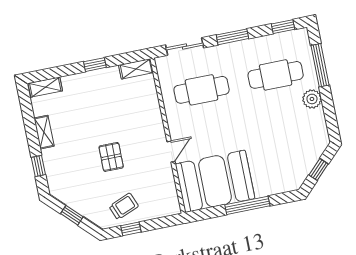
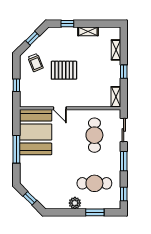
window: (320, 65) -> (95, 212), width x0.69
cafe table: (276, 75) -> (94, 183), turned 90
shelving: (45, 87) -> (116, 50), moved
pallet: (111, 157) -> (64, 70), width x1.50, depth x1.42
trolley: (124, 206) -> (35, 63), moved
window: (131, 229) -> (16, 85), moved

